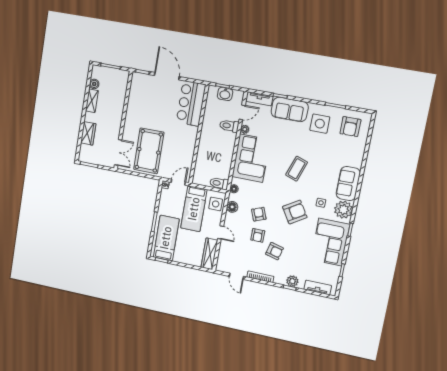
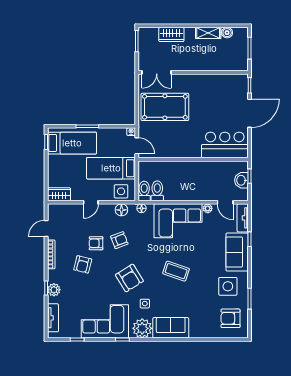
toilet: (229, 126) -> (157, 191), moved
wardrobe: (209, 254) -> (59, 194), width x0.67

